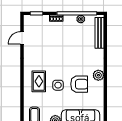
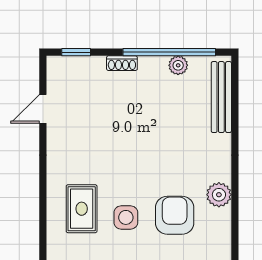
armchair: (79, 84) -> (175, 215), turned -90

